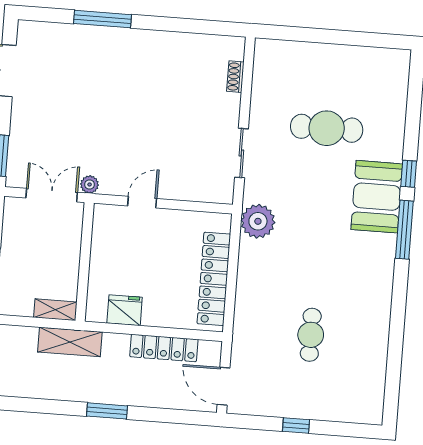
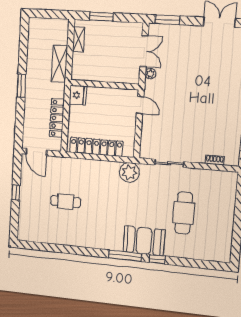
wall: (85, 262) -> (104, 85), moved
shelving: (55, 310) -> (79, 40), moved
door: (224, 386) -> (36, 152), swing flipped

